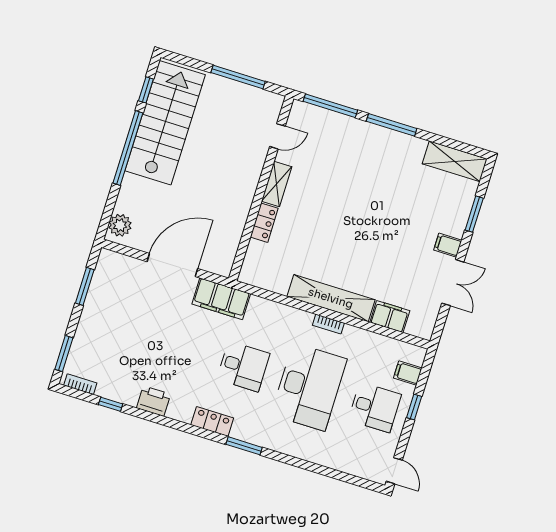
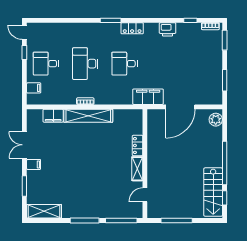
stairs: (165, 123) -> (213, 192), width x0.73, depth x0.66
desk: (309, 387) -> (85, 64), width x0.73, depth x0.77
window: (414, 407) -> (24, 52), moved

